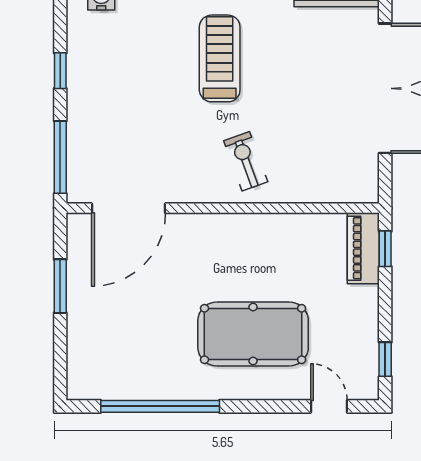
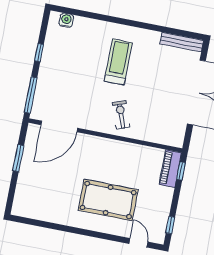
window: (160, 406) -> (56, 227), removed

